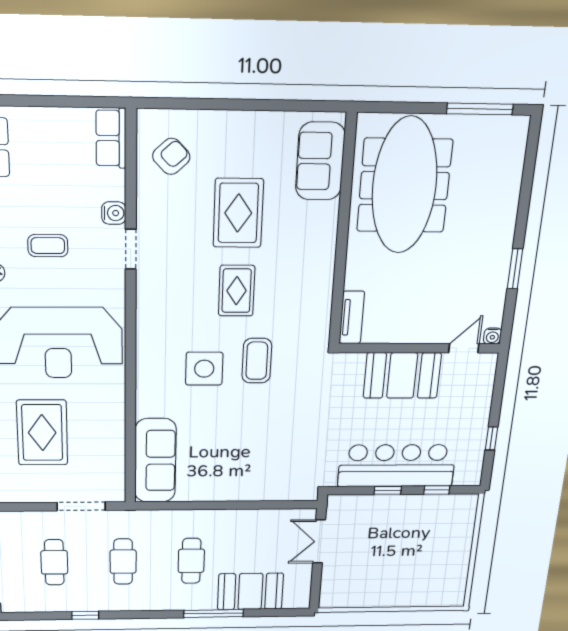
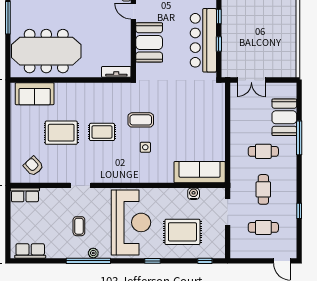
water cooler: (114, 213) -> (194, 194), moved
side table: (204, 369) -> (145, 147), width x0.54, depth x0.54
cafe table: (123, 562) -> (263, 189), turned 90

